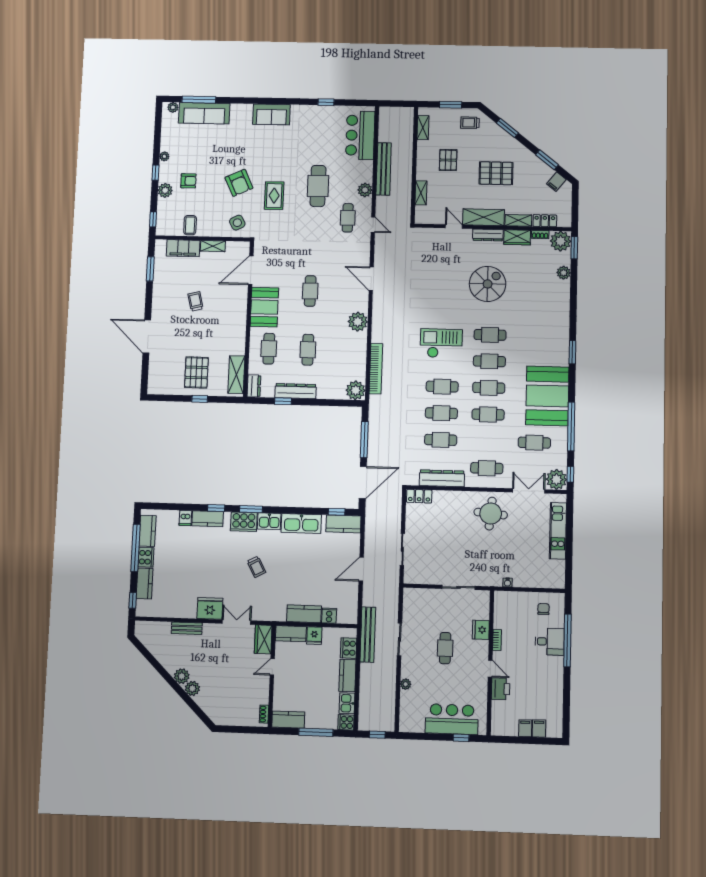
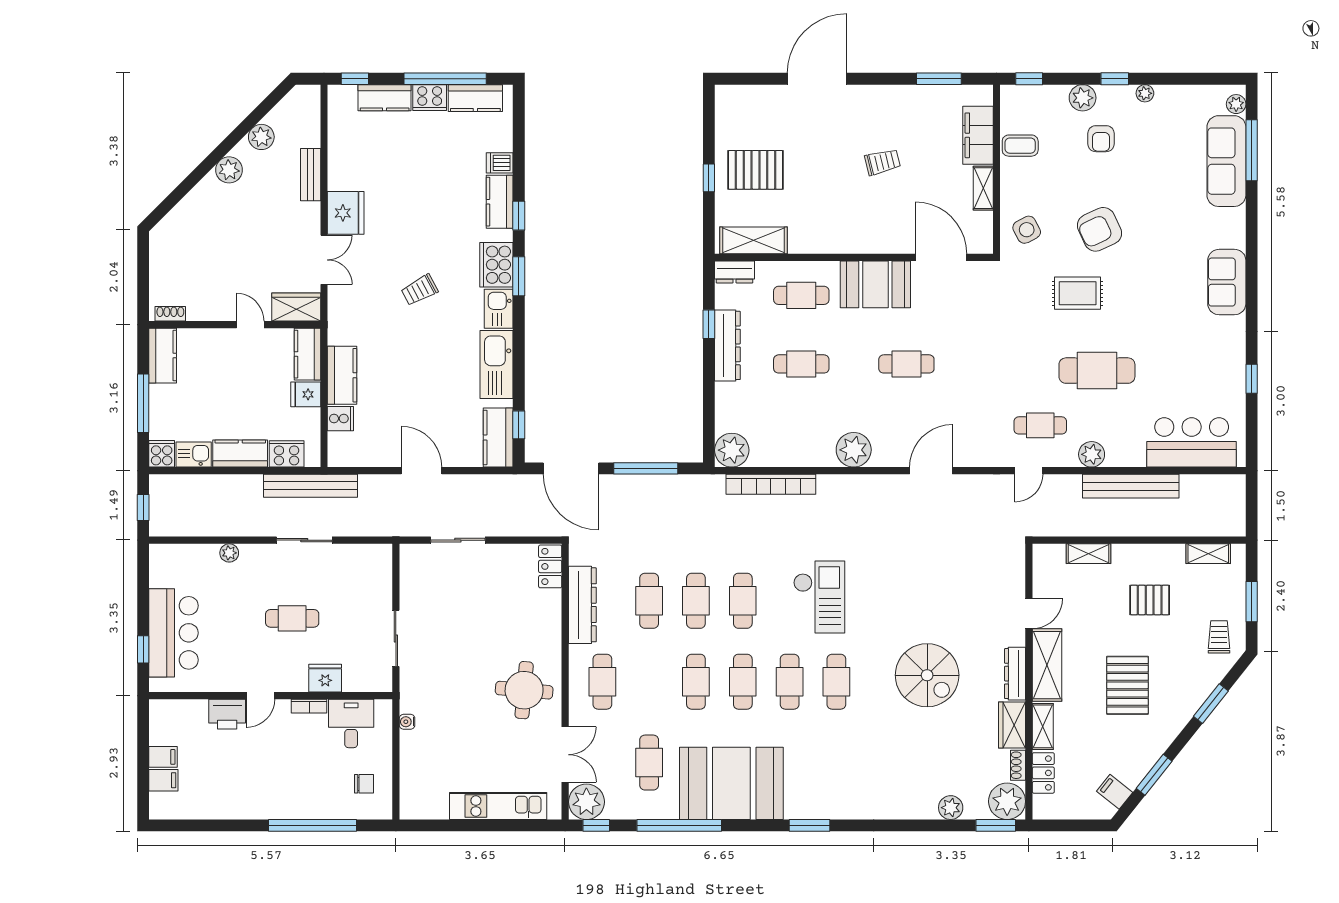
desk: (550, 642) -> (351, 723), moved, turned 180
plant: (192, 688) -> (261, 137), moved

